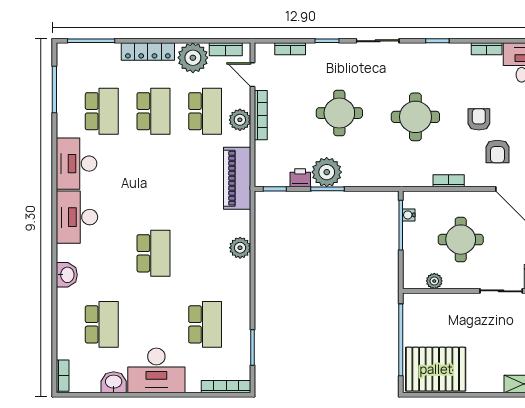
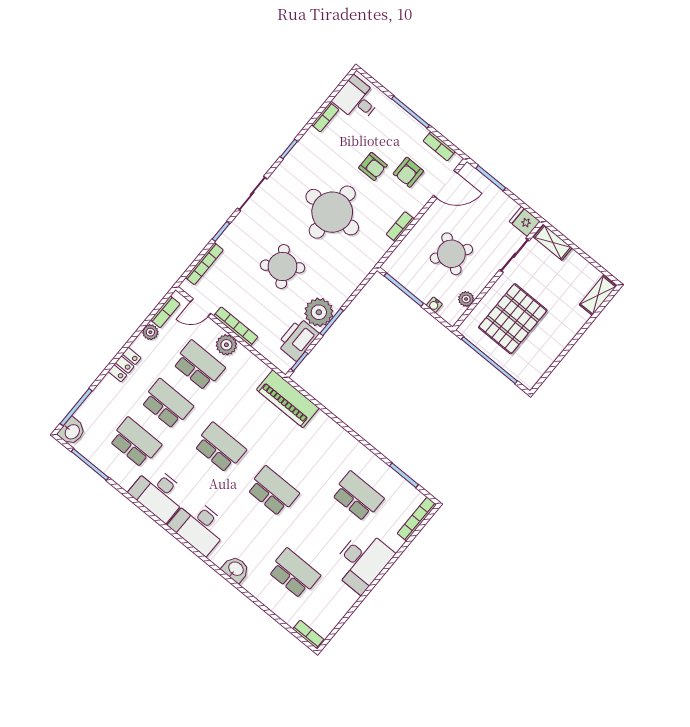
bookcase: (290, 49) -> (204, 264), width x1.56
locker: (148, 51) -> (125, 365), width x0.66
plant: (193, 58) -> (150, 332), width x0.53, depth x0.53
round table: (339, 113) -> (283, 266), turned -35
round table: (415, 117) -> (332, 212), width x1.36, depth x1.36
armchair: (479, 119) -> (373, 166), turned 180
armchair: (497, 151) -> (408, 172), turned 90
piano: (237, 178) -> (288, 399), moved
printer: (300, 178) -> (298, 339), width x1.87, depth x1.48
school desk: (153, 182) -> (220, 448), added
water cooler: (409, 215) -> (434, 305), moved
round table: (461, 240) -> (451, 254), turned 35
plant: (240, 248) -> (322, 423), removed
pallet: (436, 369) -> (513, 319), moved
washbasin: (114, 382) -> (72, 431), moved, turned 180

